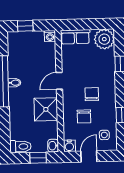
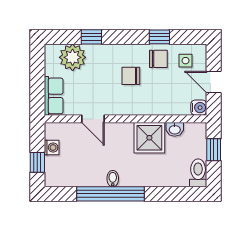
washing machine: (50, 36) -> (52, 147), moved
plant: (104, 39) -> (73, 57), moved
door: (59, 81) -> (93, 119), moved
chair: (84, 116) -> (158, 59), moved
washbasin: (53, 146) -> (175, 129), moved

